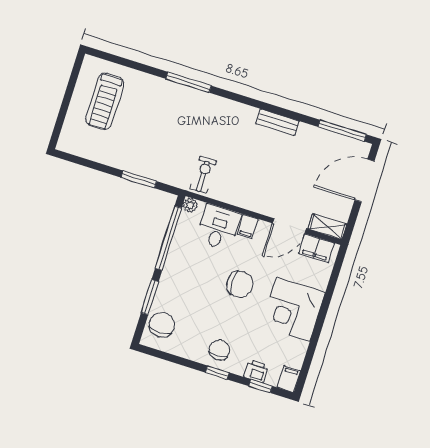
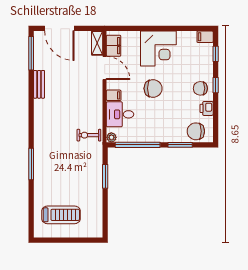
bench: (277, 122) -> (39, 84), moved
chair: (240, 284) -> (153, 88), turned 90
printer: (256, 371) -> (207, 108), moved

